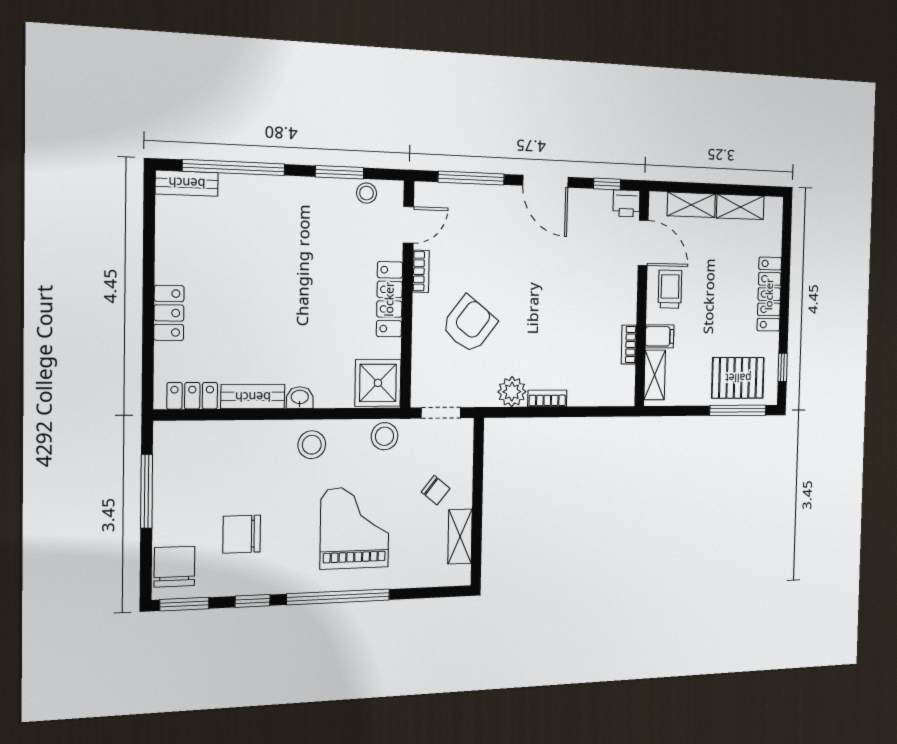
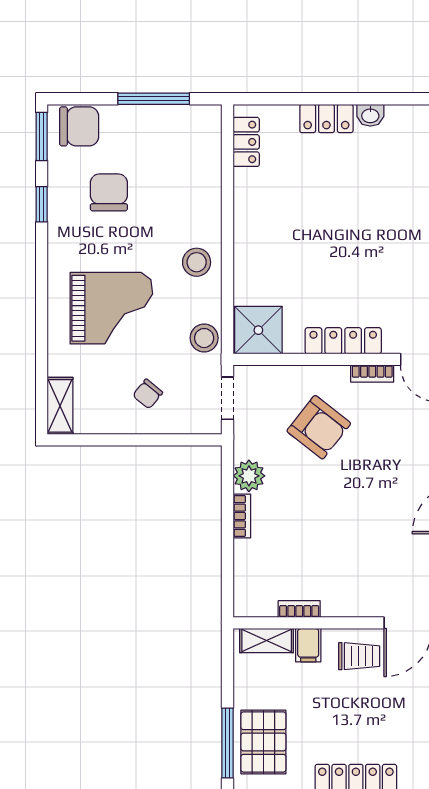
bench: (253, 397) -> (245, 202), removed
washbasin: (300, 398) -> (370, 115), moved, turned 90
shelving: (460, 537) -> (60, 406), moved, turned 90
window: (338, 597) -> (42, 292), removed

